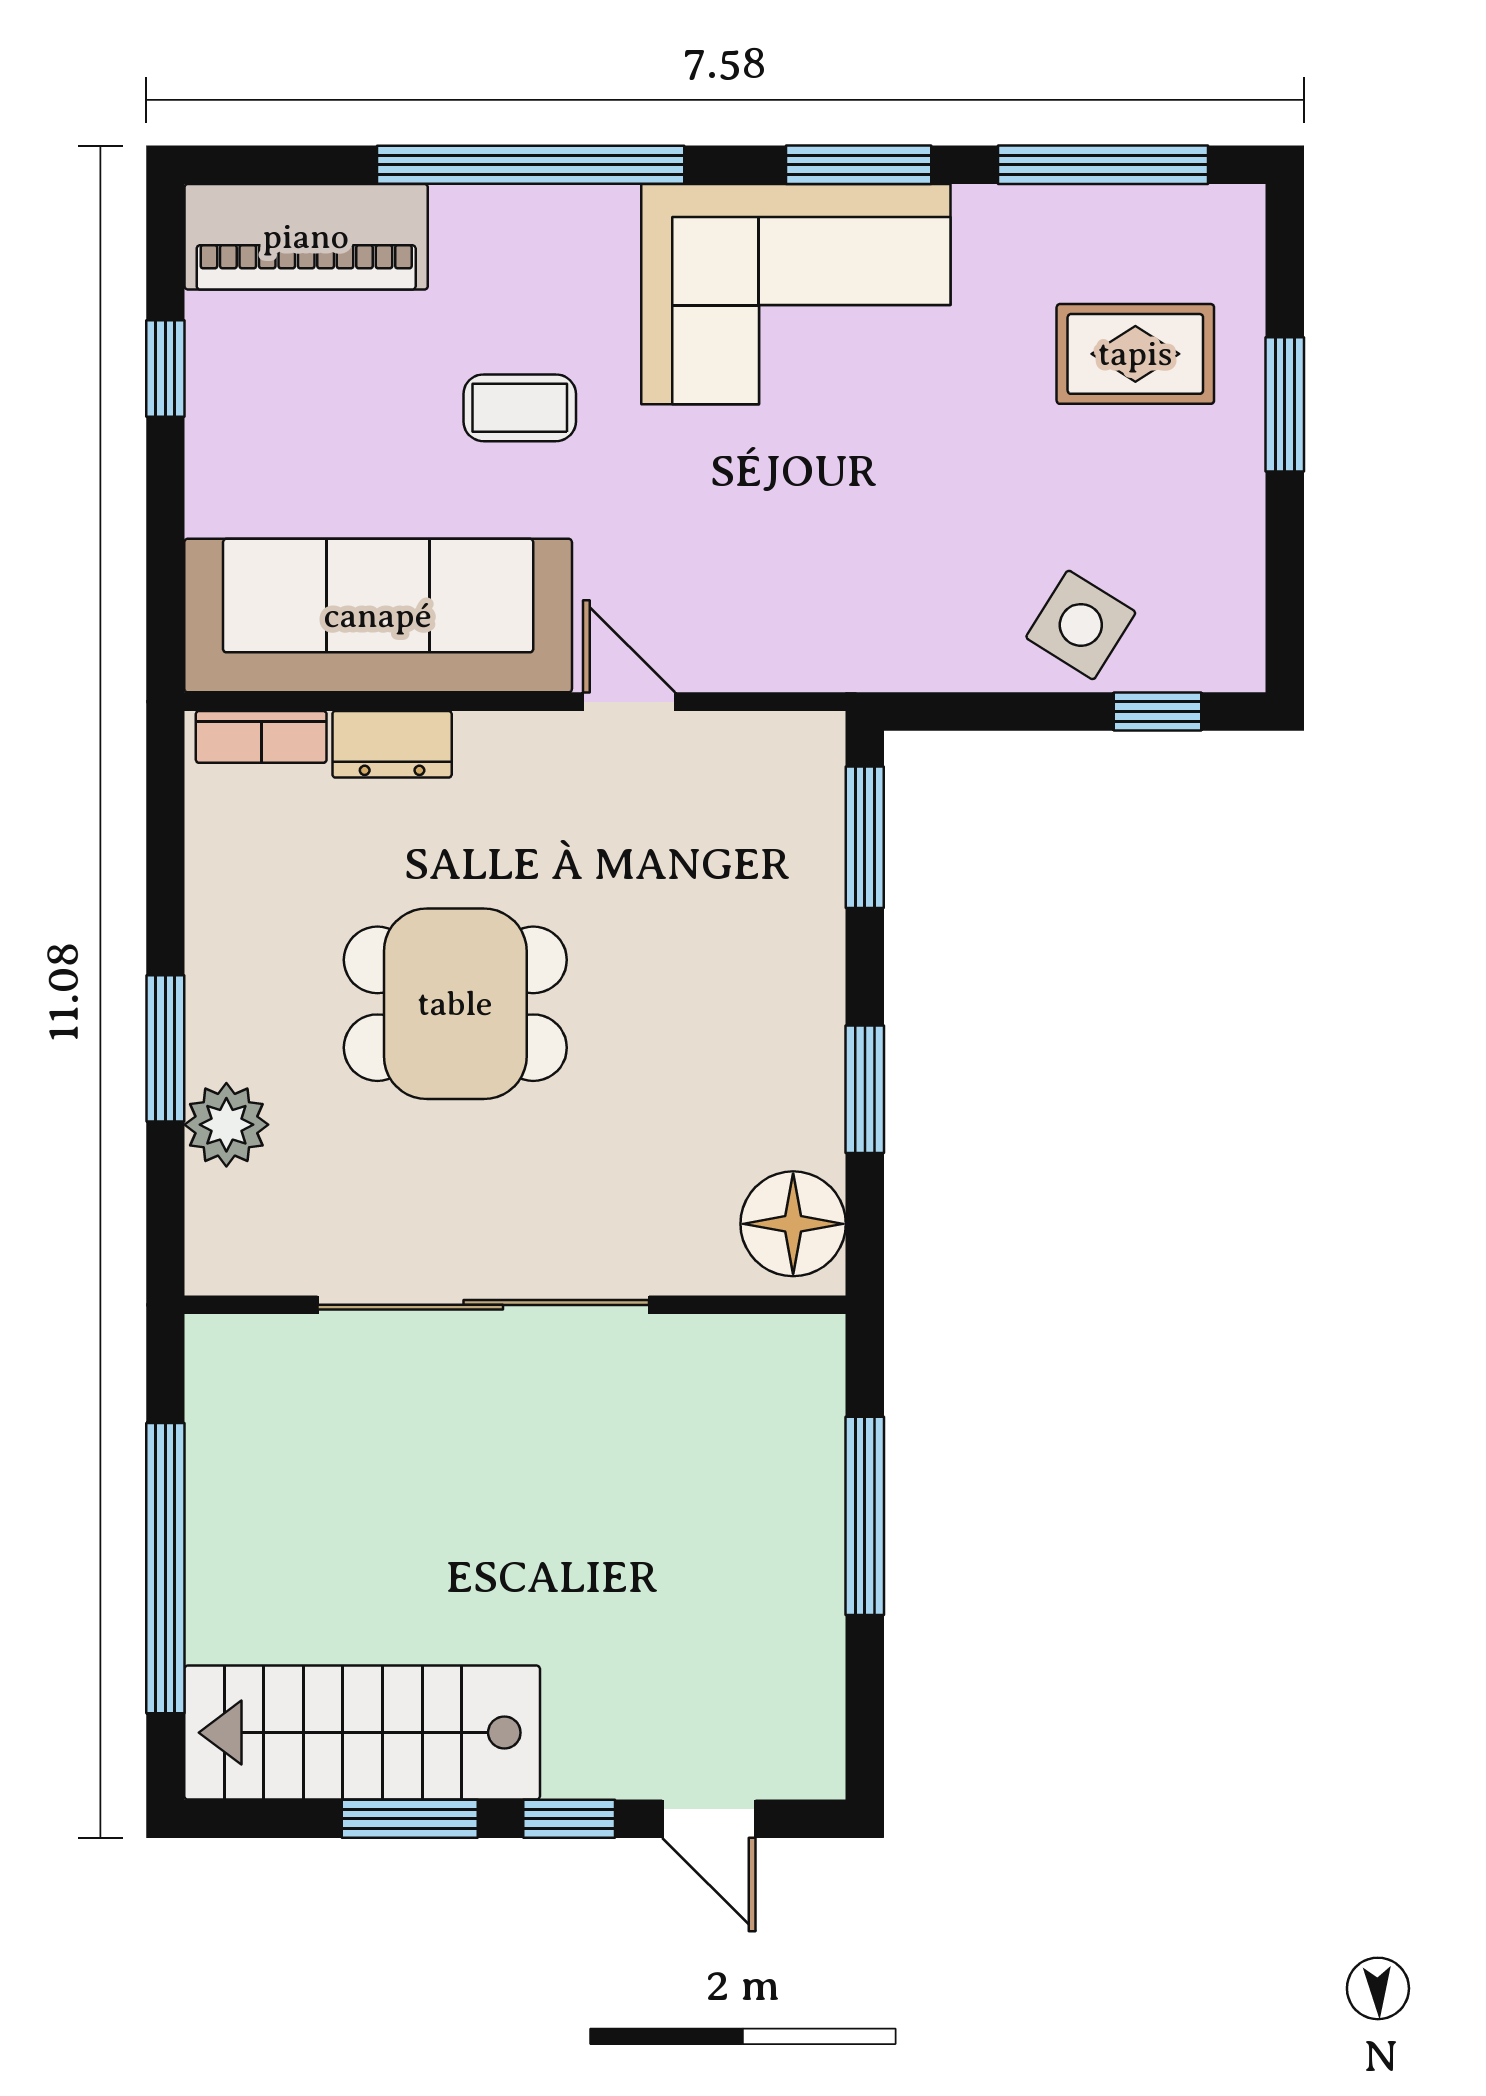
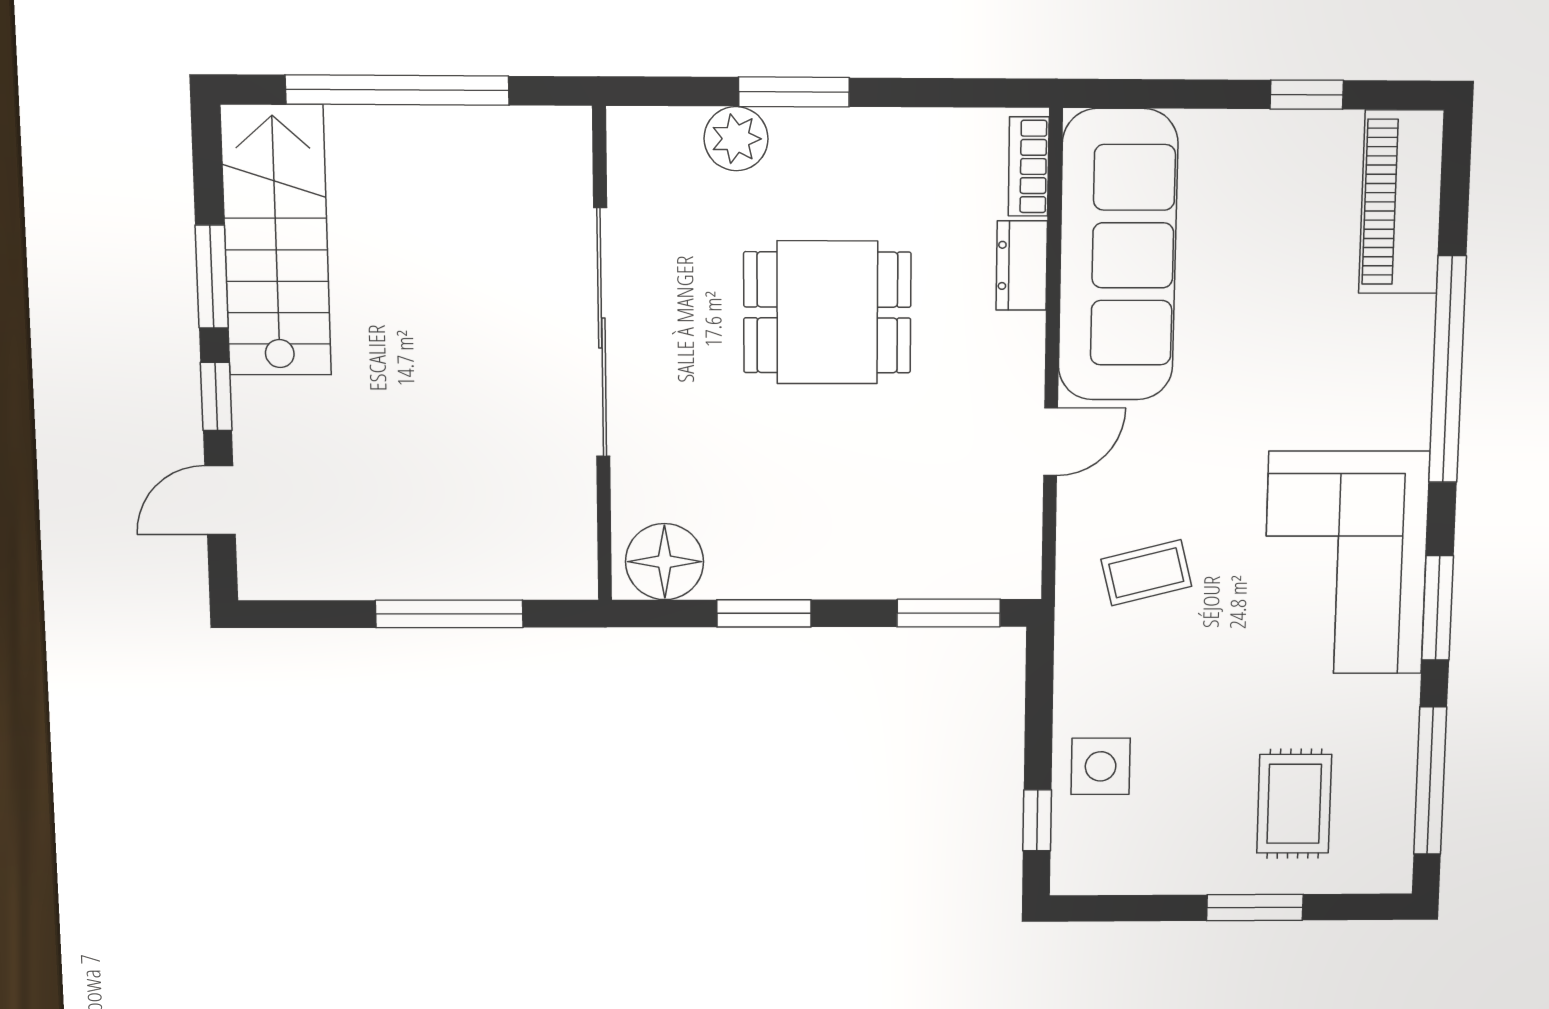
coffee table: (520, 408) -> (1146, 573), moved, turned 76
side table: (1081, 625) -> (1101, 766), turned -32
dining table: (455, 1004) -> (827, 312), turned 90

